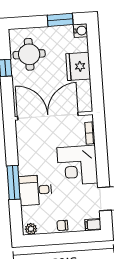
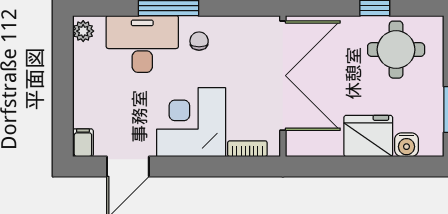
water cooler: (81, 31) -> (407, 145), moved
desk: (35, 190) -> (142, 44), width x1.37
chair: (62, 225) -> (199, 41), moved

